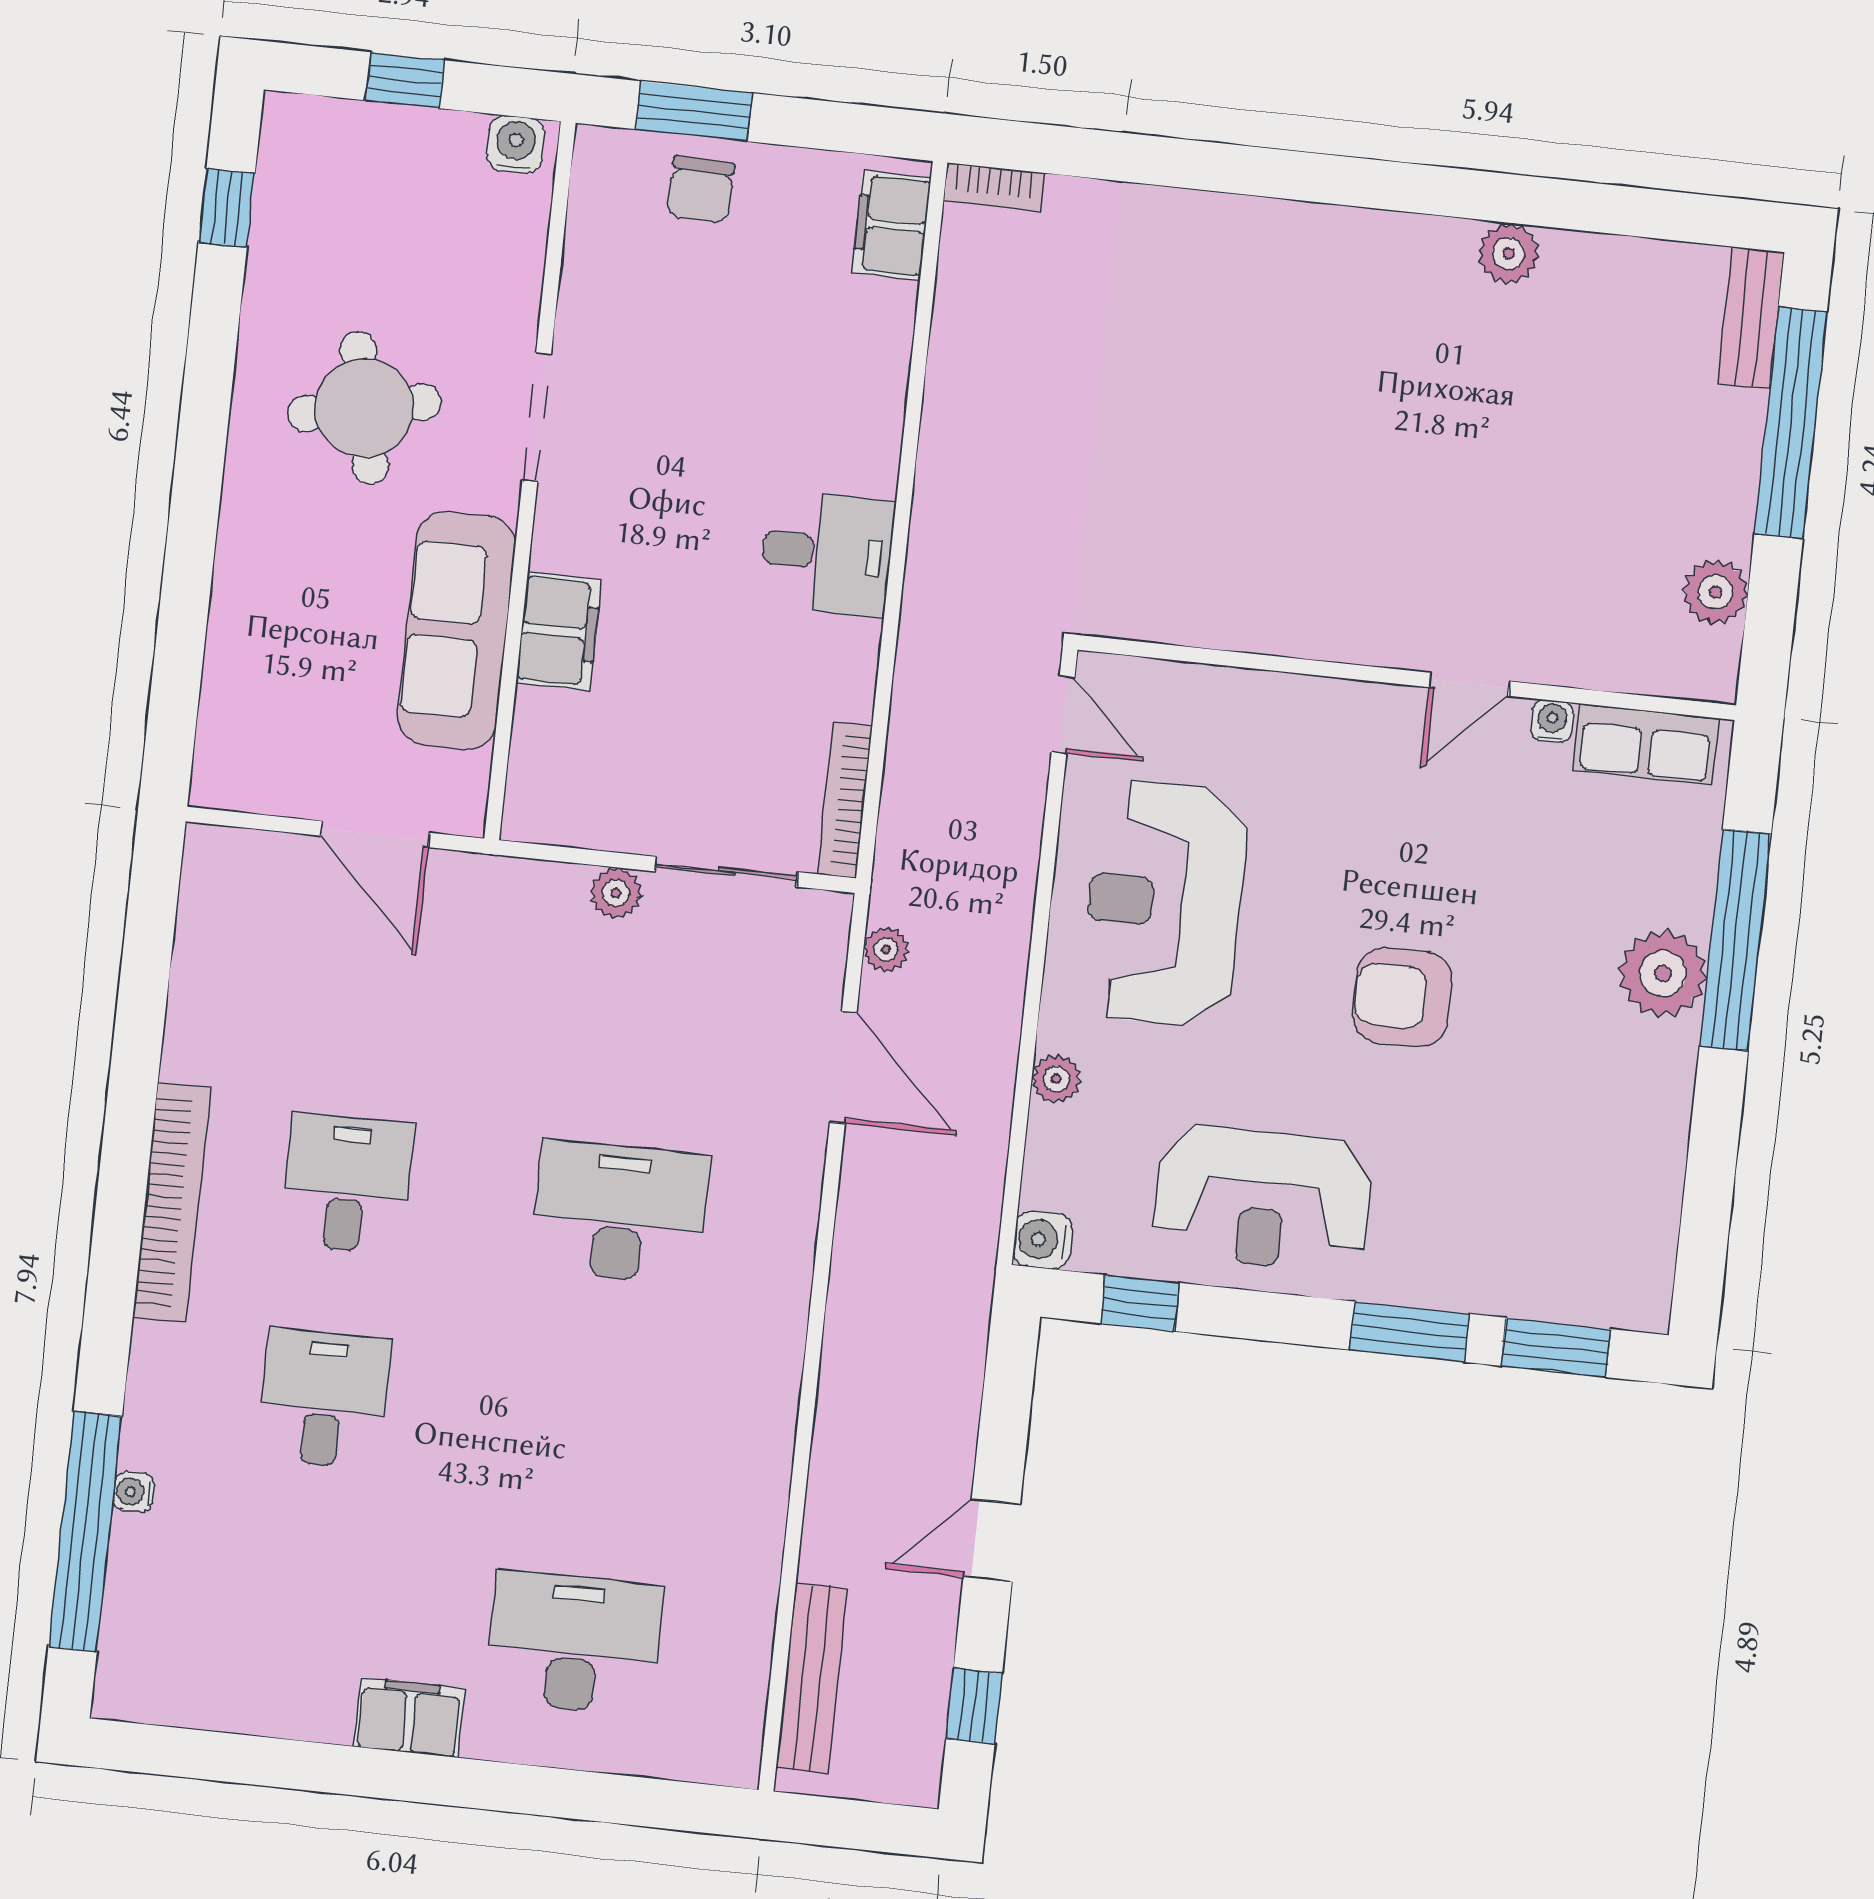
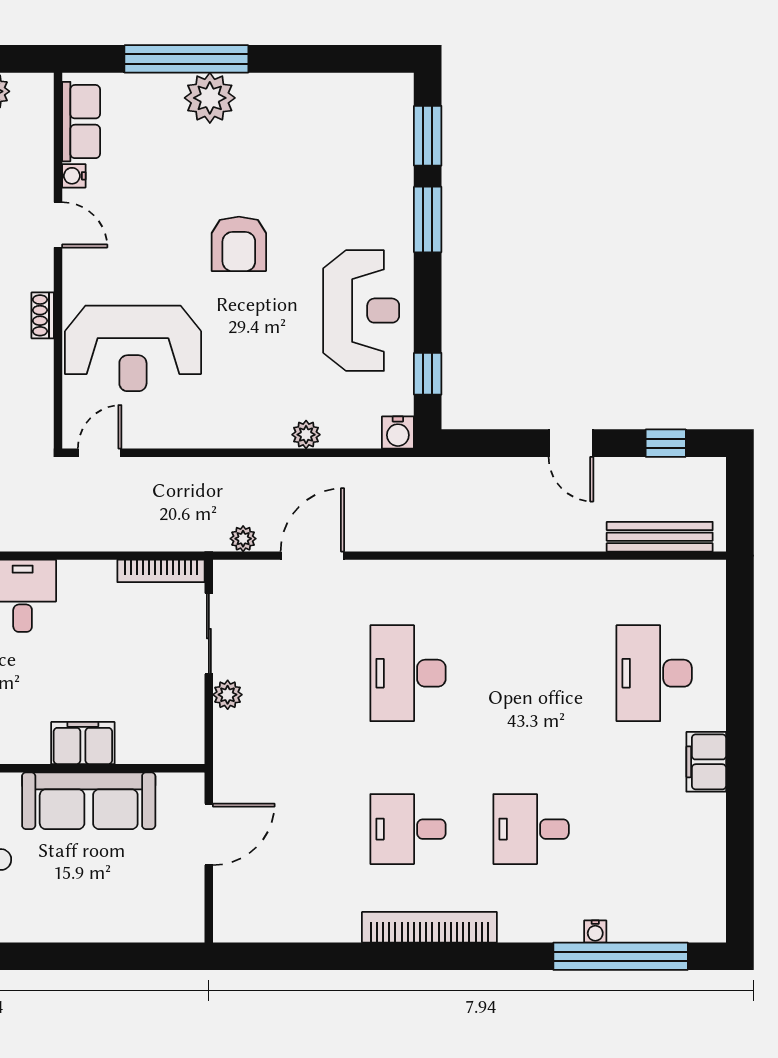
shoe rack: (1314, 641) -> (43, 315), added
reception desk: (1164, 903) -> (133, 348), moved

